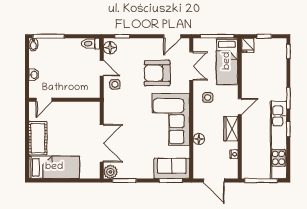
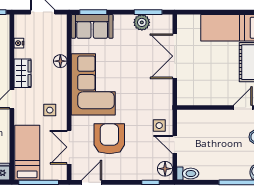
armchair: (157, 73) -> (109, 139), turned -90
plant: (110, 172) -> (142, 22), moved

